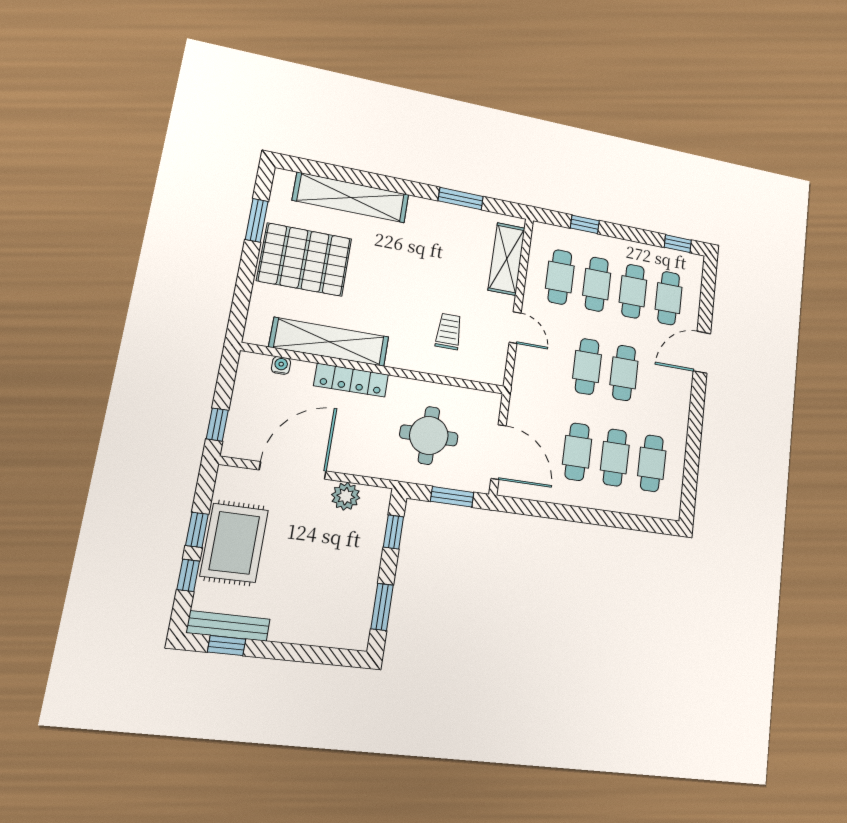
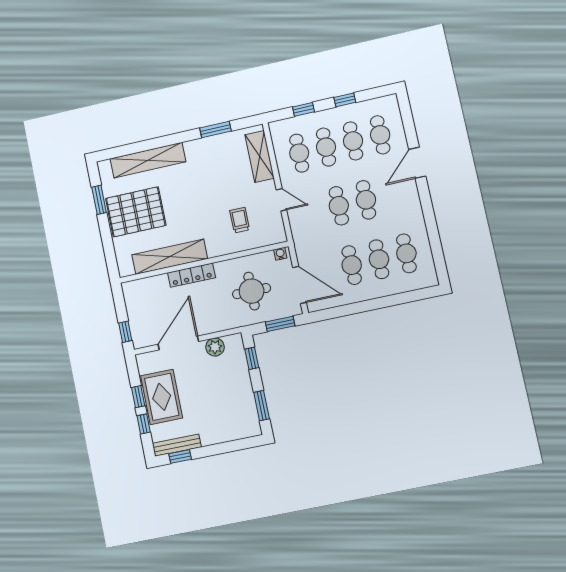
window: (678, 244) -> (345, 100), moved
water cooler: (281, 365) -> (280, 254), moved

